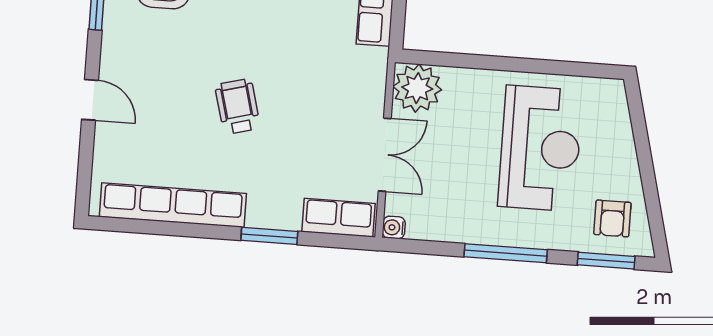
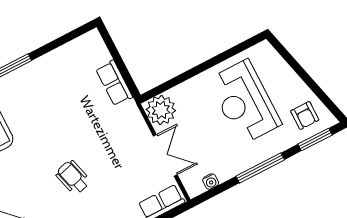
reception desk: (540, 148) -> (245, 102), turned 180
water cooler: (394, 227) -> (211, 182), moved, turned -90

